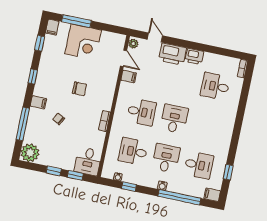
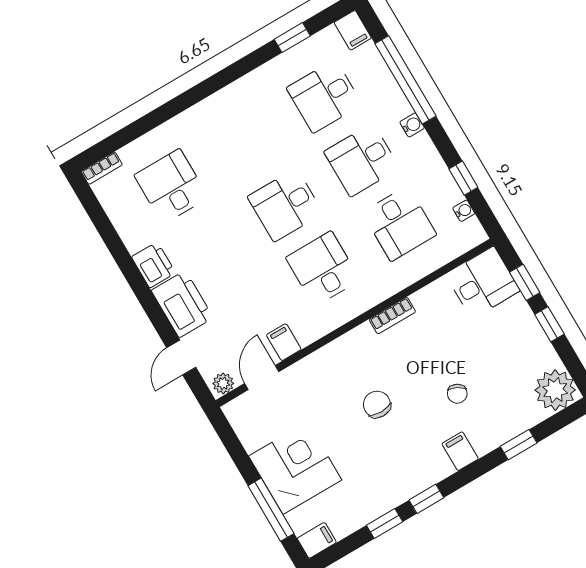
window: (40, 43) -> (385, 524), moved
desk: (215, 86) -> (171, 186), turned 180
window: (23, 124) -> (519, 445), width x0.46
desk: (199, 165) -> (324, 96), turned -90

